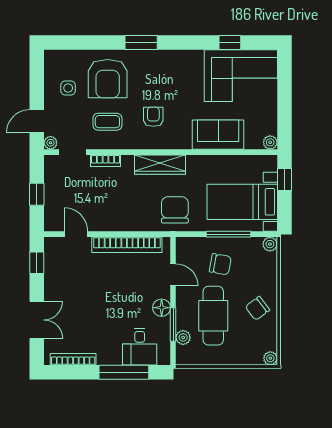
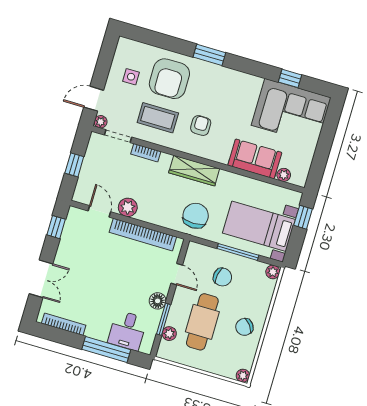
coffee table: (107, 122) -> (158, 118), width x1.36, depth x1.30
plant: (270, 142) -> (284, 175), moved
plant: (104, 222) -> (128, 207), added

